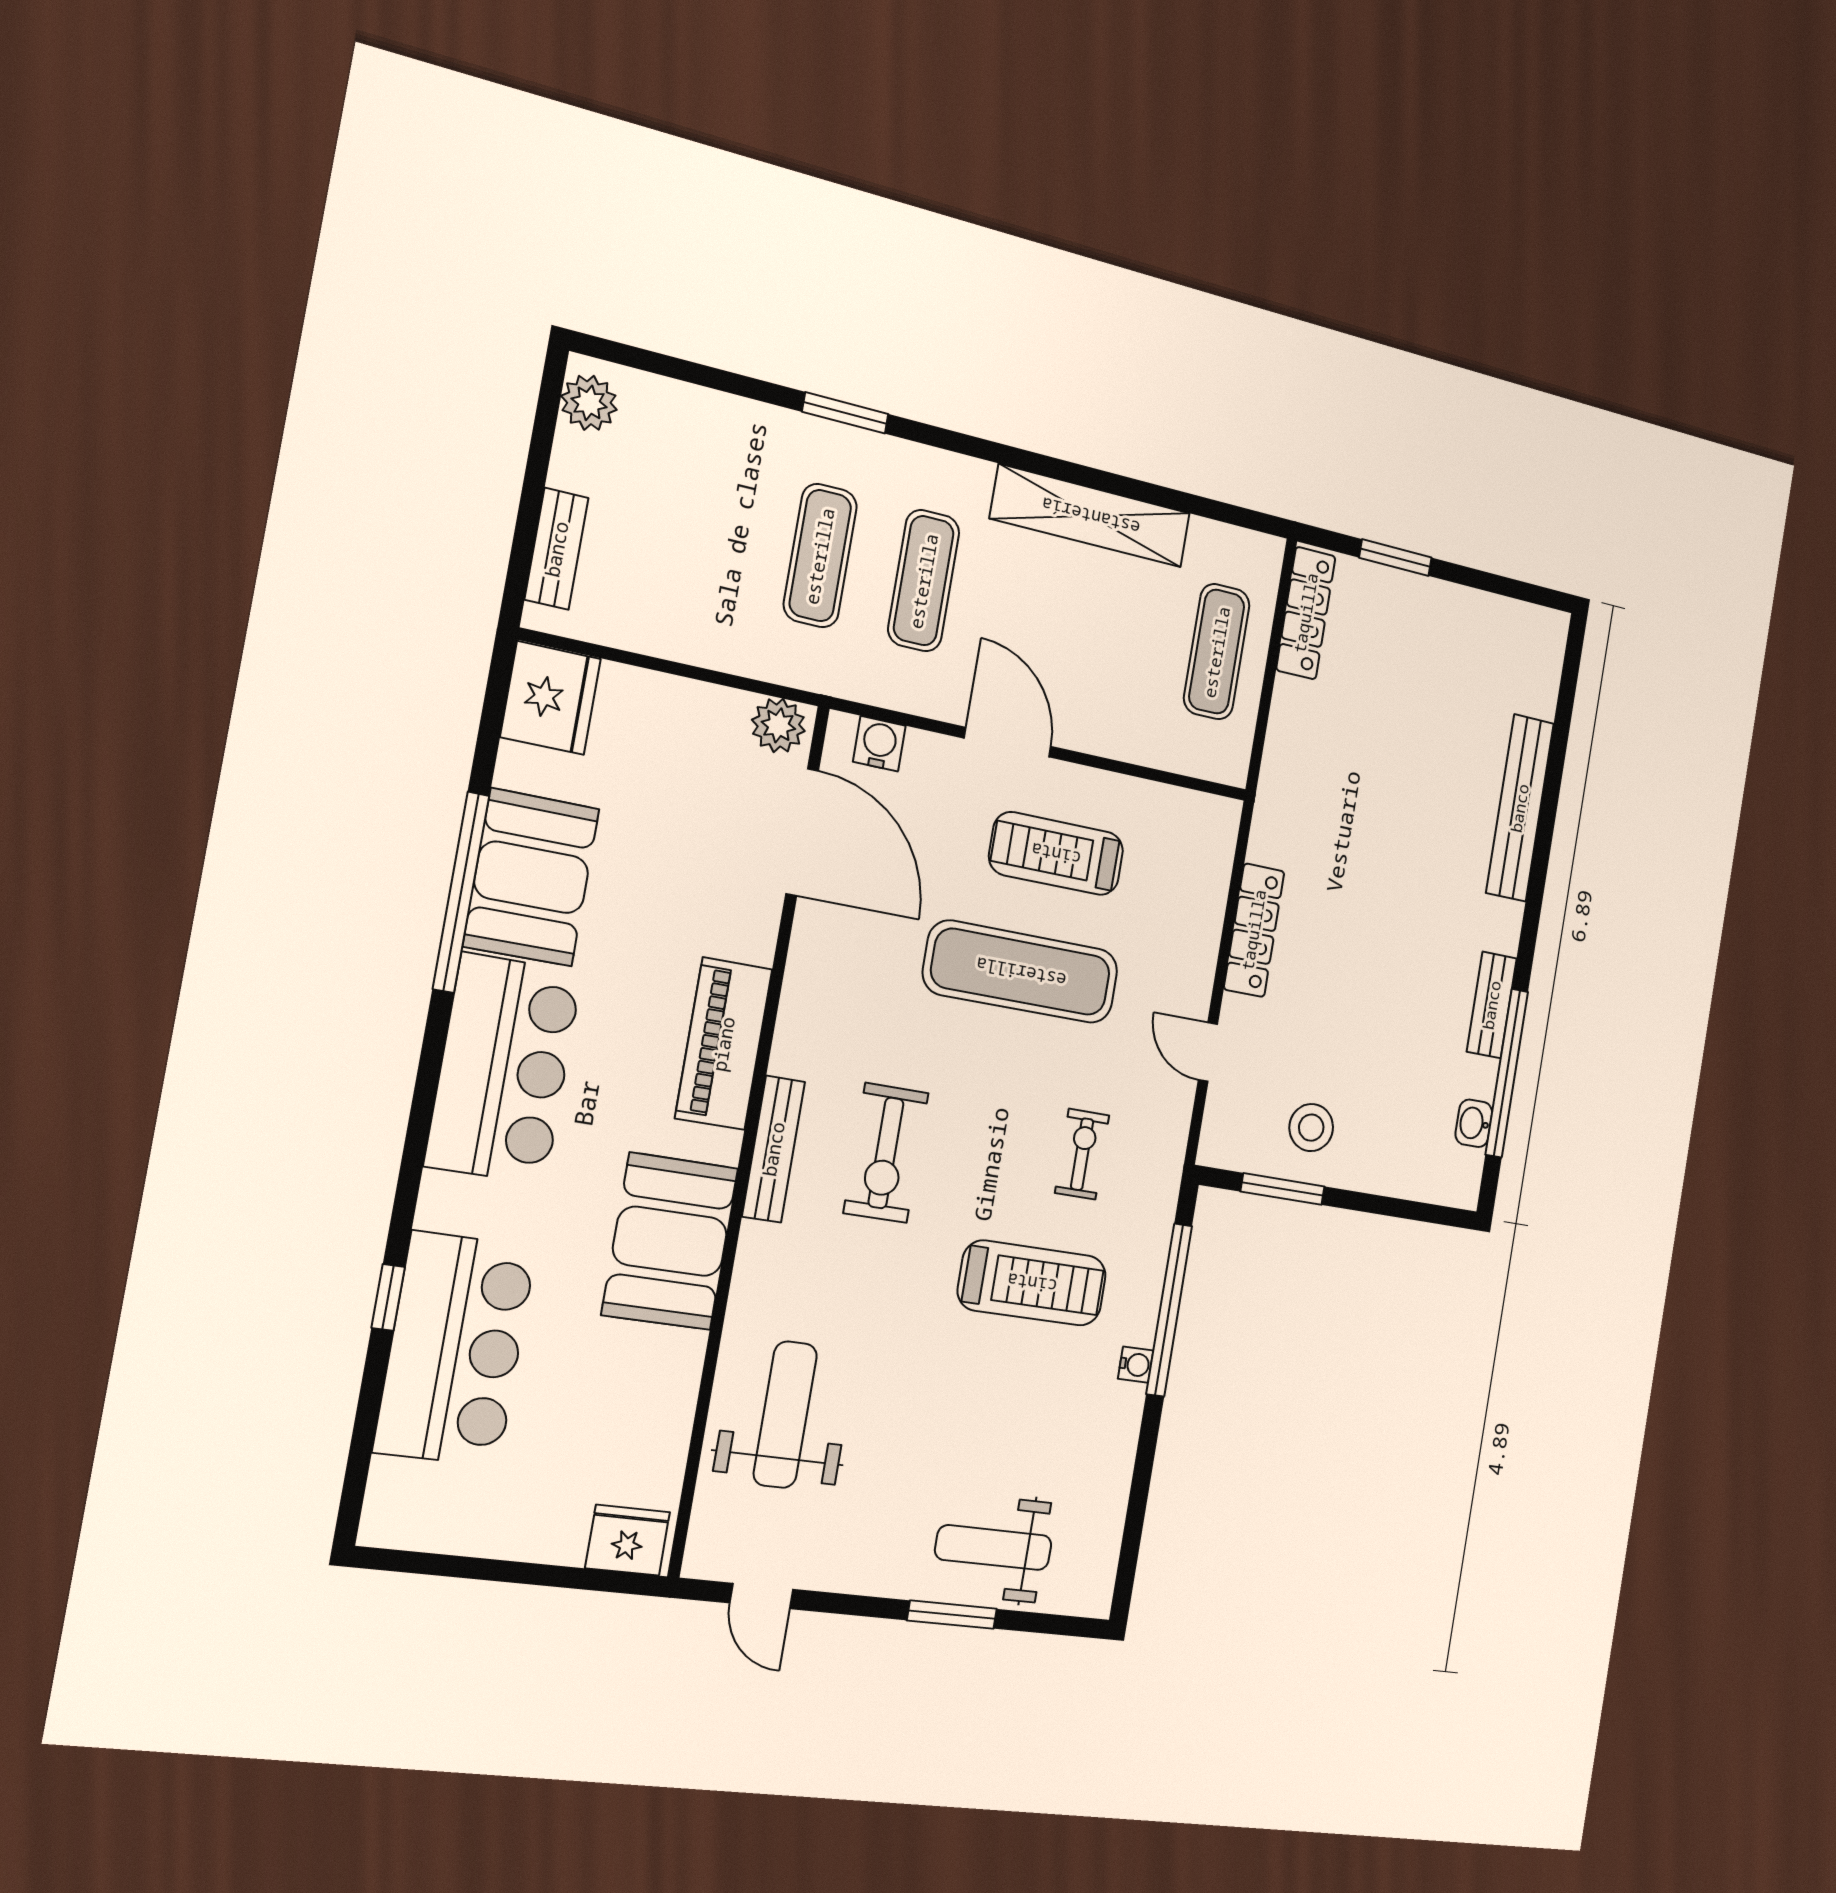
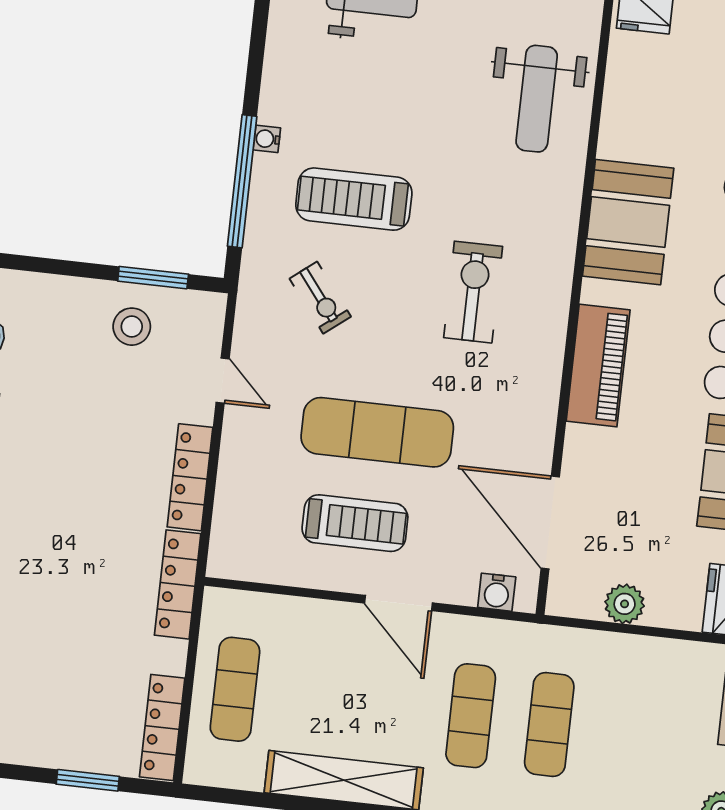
plant: (778, 725) -> (625, 604), moved
locker: (1277, 794) -> (178, 584), added
bench: (774, 1149) -> (557, 291), removed
exercise bike: (1082, 1154) -> (320, 298), turned -38

